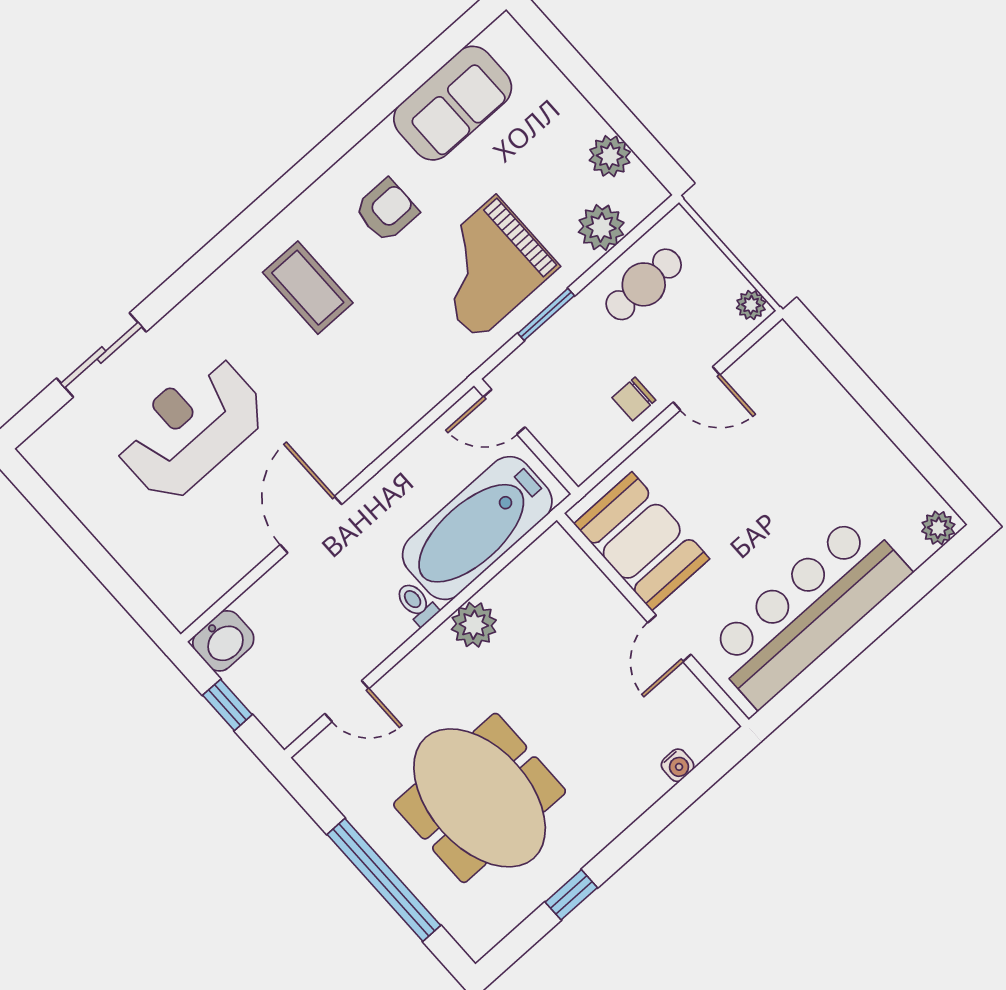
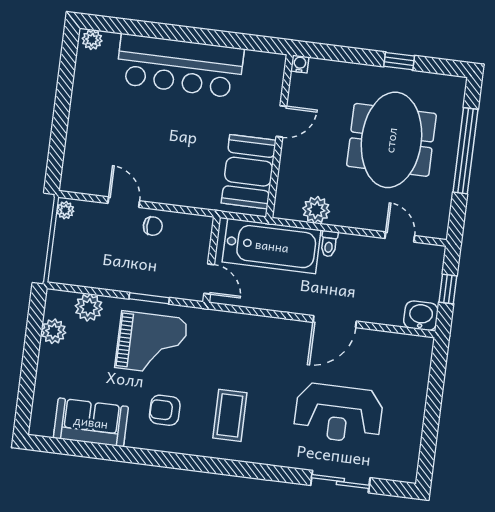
cafe table: (644, 284) -> (98, 266), removed
booth: (642, 541) -> (249, 172), moved
wall: (653, 620) -> (280, 136), moved
door: (669, 639) -> (281, 121), moved

